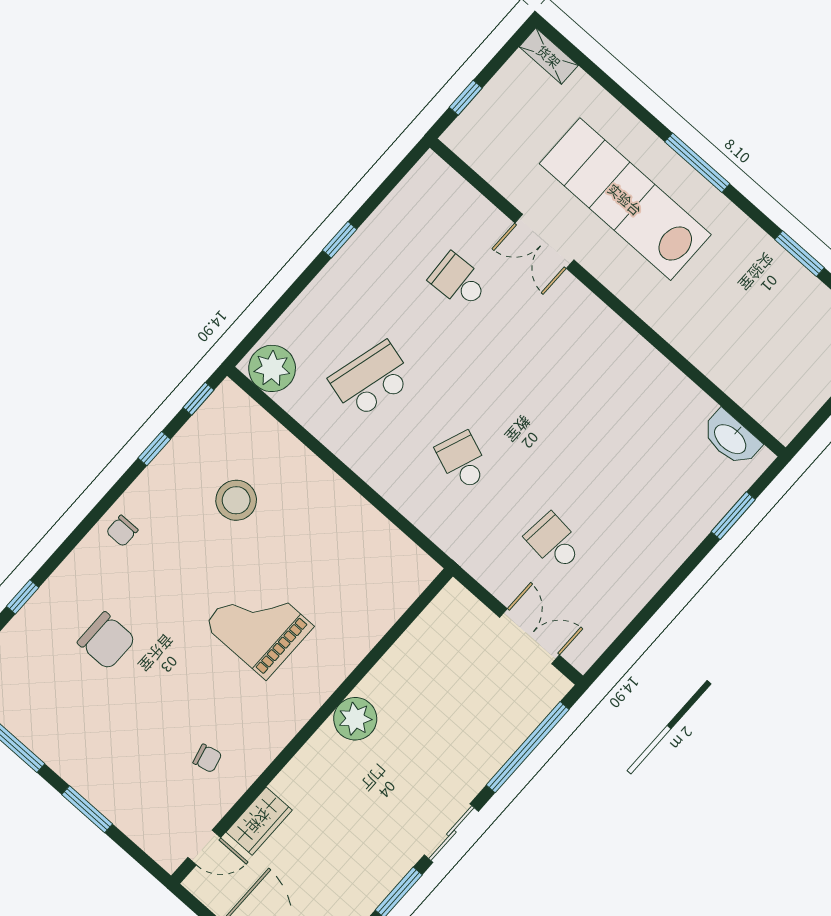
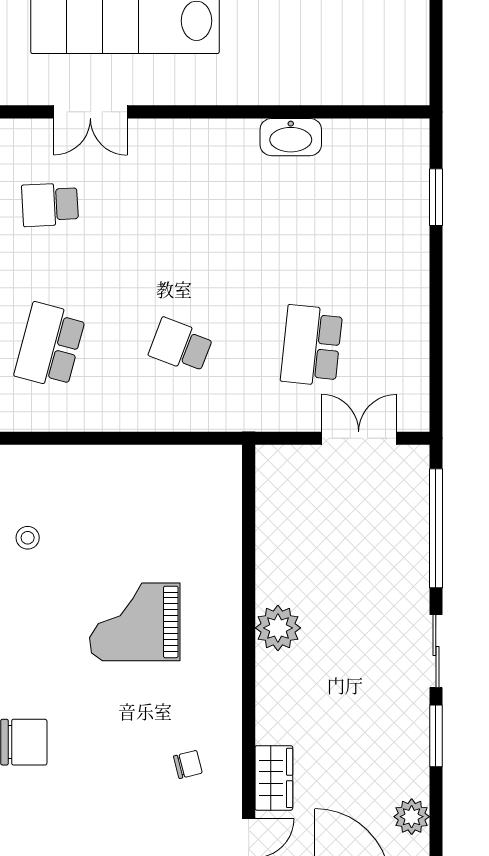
washbasin: (731, 438) -> (291, 137), moved
stool: (236, 500) -> (28, 538), width x0.53, depth x0.53
school desk: (554, 542) -> (312, 346), width x1.85

